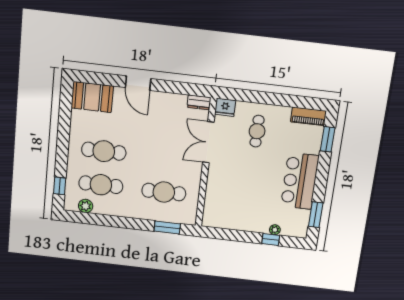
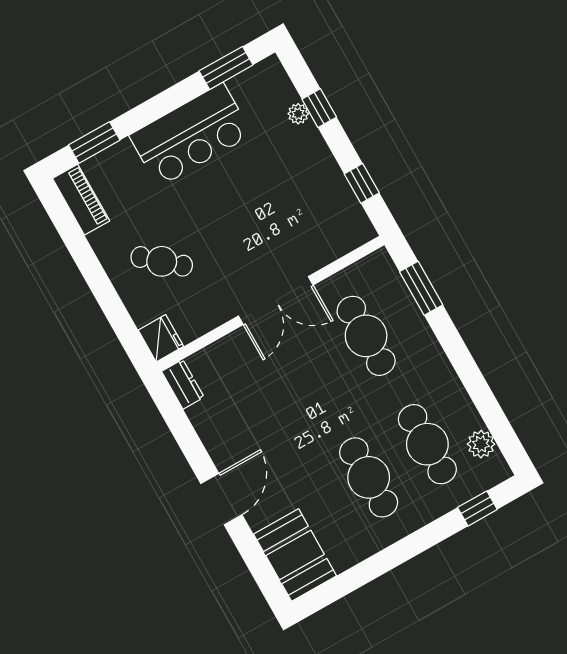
cafe table: (257, 131) -> (162, 261), turned 41
double door: (208, 142) -> (276, 301), moved
window: (227, 234) -> (362, 183), added

